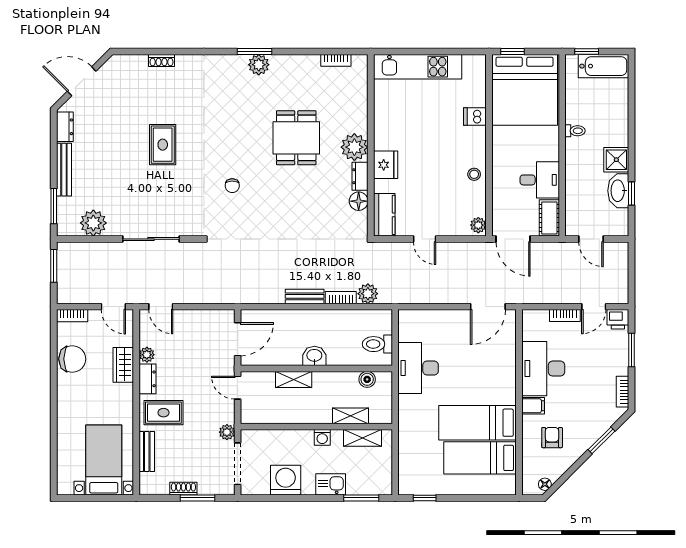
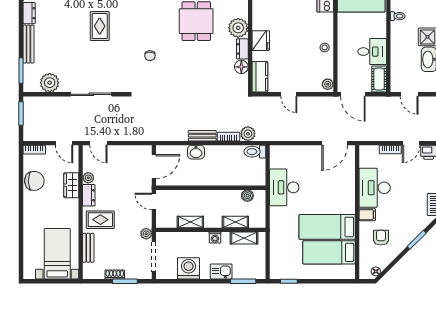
toilet: (377, 344) -> (255, 152), moved
washbasin: (314, 356) -> (196, 152), moved, turned 180
shelving: (294, 379) -> (190, 222), moved

